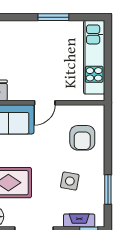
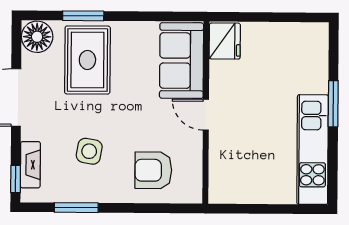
window: (53, 17) -> (333, 104), moved
kitchen unit: (94, 57) -> (313, 150), moved, turned -90

